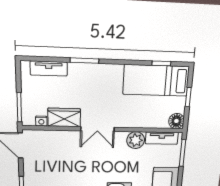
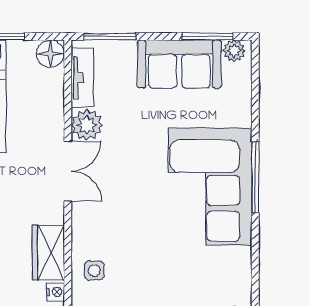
double door: (97, 129) -> (68, 171), moved
side table: (54, 143) -> (94, 271), added

